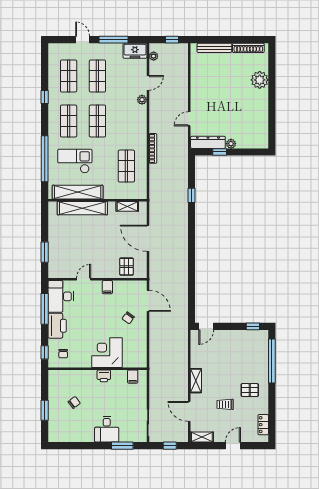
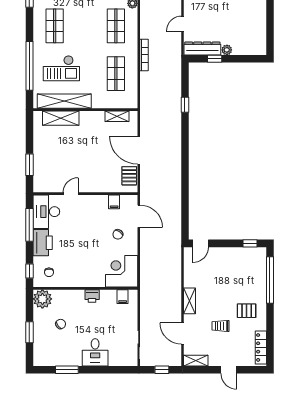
shop shelf: (97, 121) -> (116, 26), moved
checkout: (75, 161) -> (61, 68), turned 180
shelving: (82, 208) -> (61, 118), width x0.68
pallet: (127, 267) -> (129, 176), moved
filing cabinet: (107, 287) -> (114, 202), moved
corner desk: (107, 353) -> (122, 271), moved
plant: (57, 379) -> (42, 299), added
locker: (263, 425) -> (261, 347), width x1.53
window: (122, 446) -> (67, 370), moved
door: (233, 446) -> (229, 370), swing flipped

